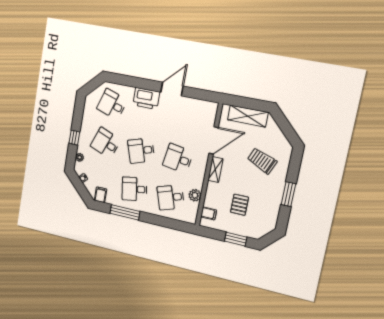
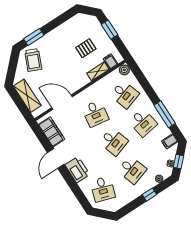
door: (172, 89) -> (56, 159), hinge flipped
filing cabinet: (197, 107) -> (52, 132), added
desk: (106, 143) -> (132, 170), turned -39
trolley: (262, 161) -> (33, 60), moved
shelving: (215, 170) -> (98, 71), moved
window: (79, 186) -> (179, 162), added
window: (288, 194) -> (34, 37), moved
plant: (195, 195) -> (124, 70), moved

